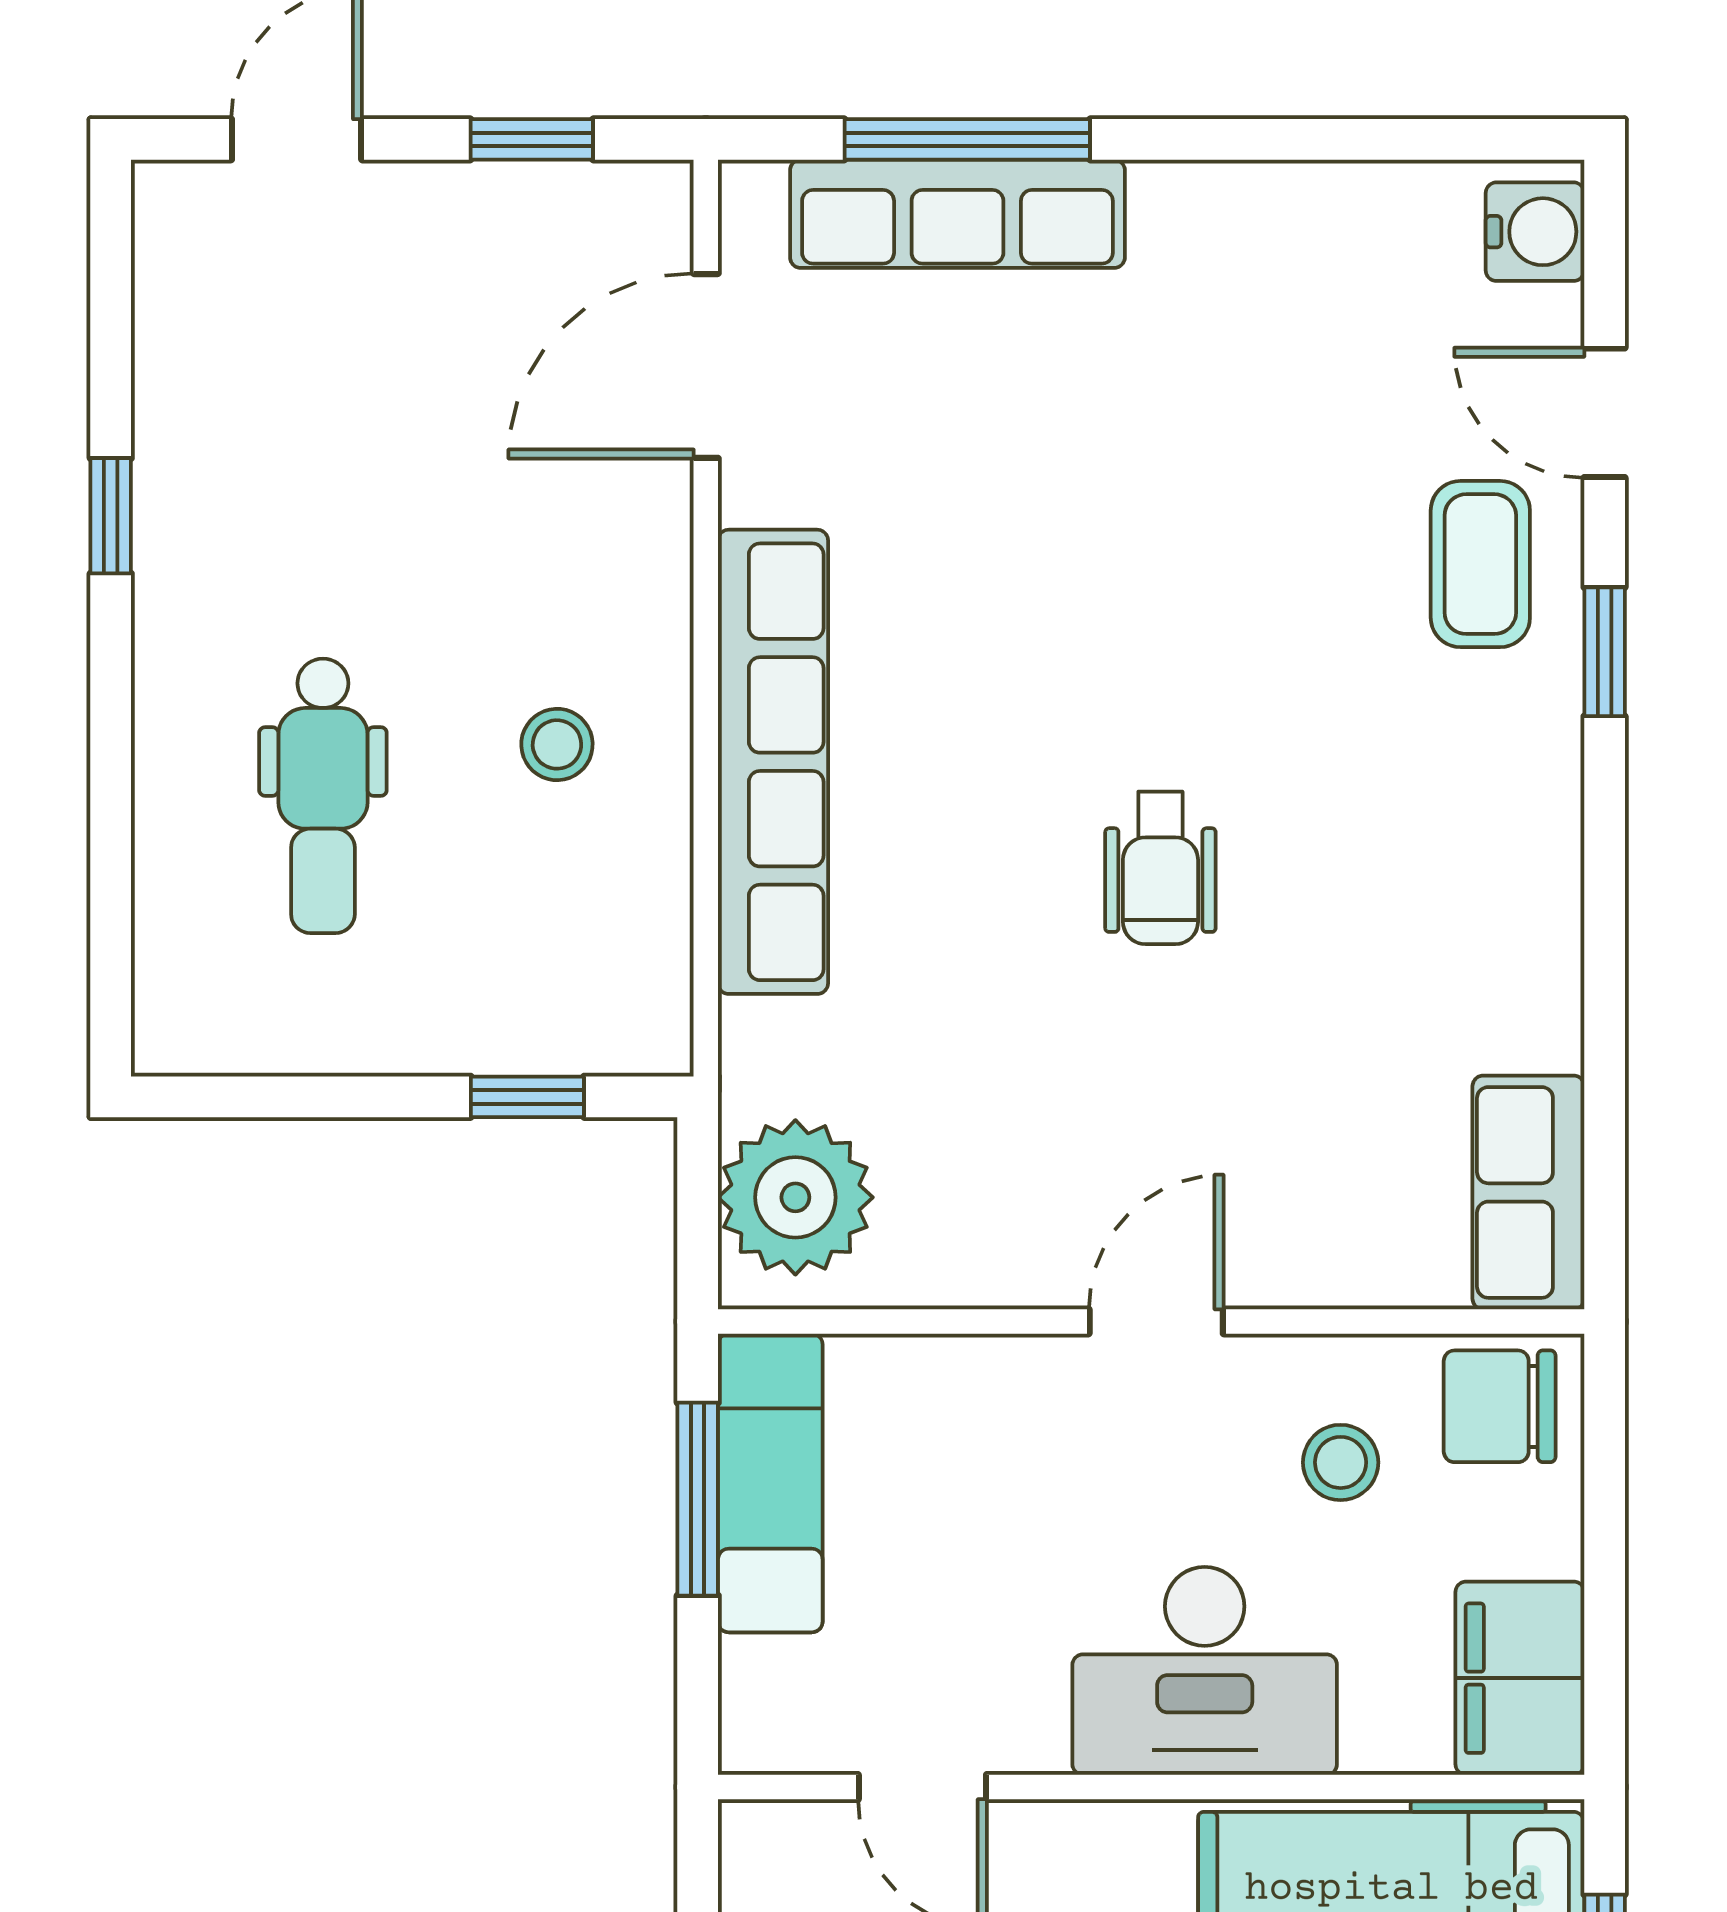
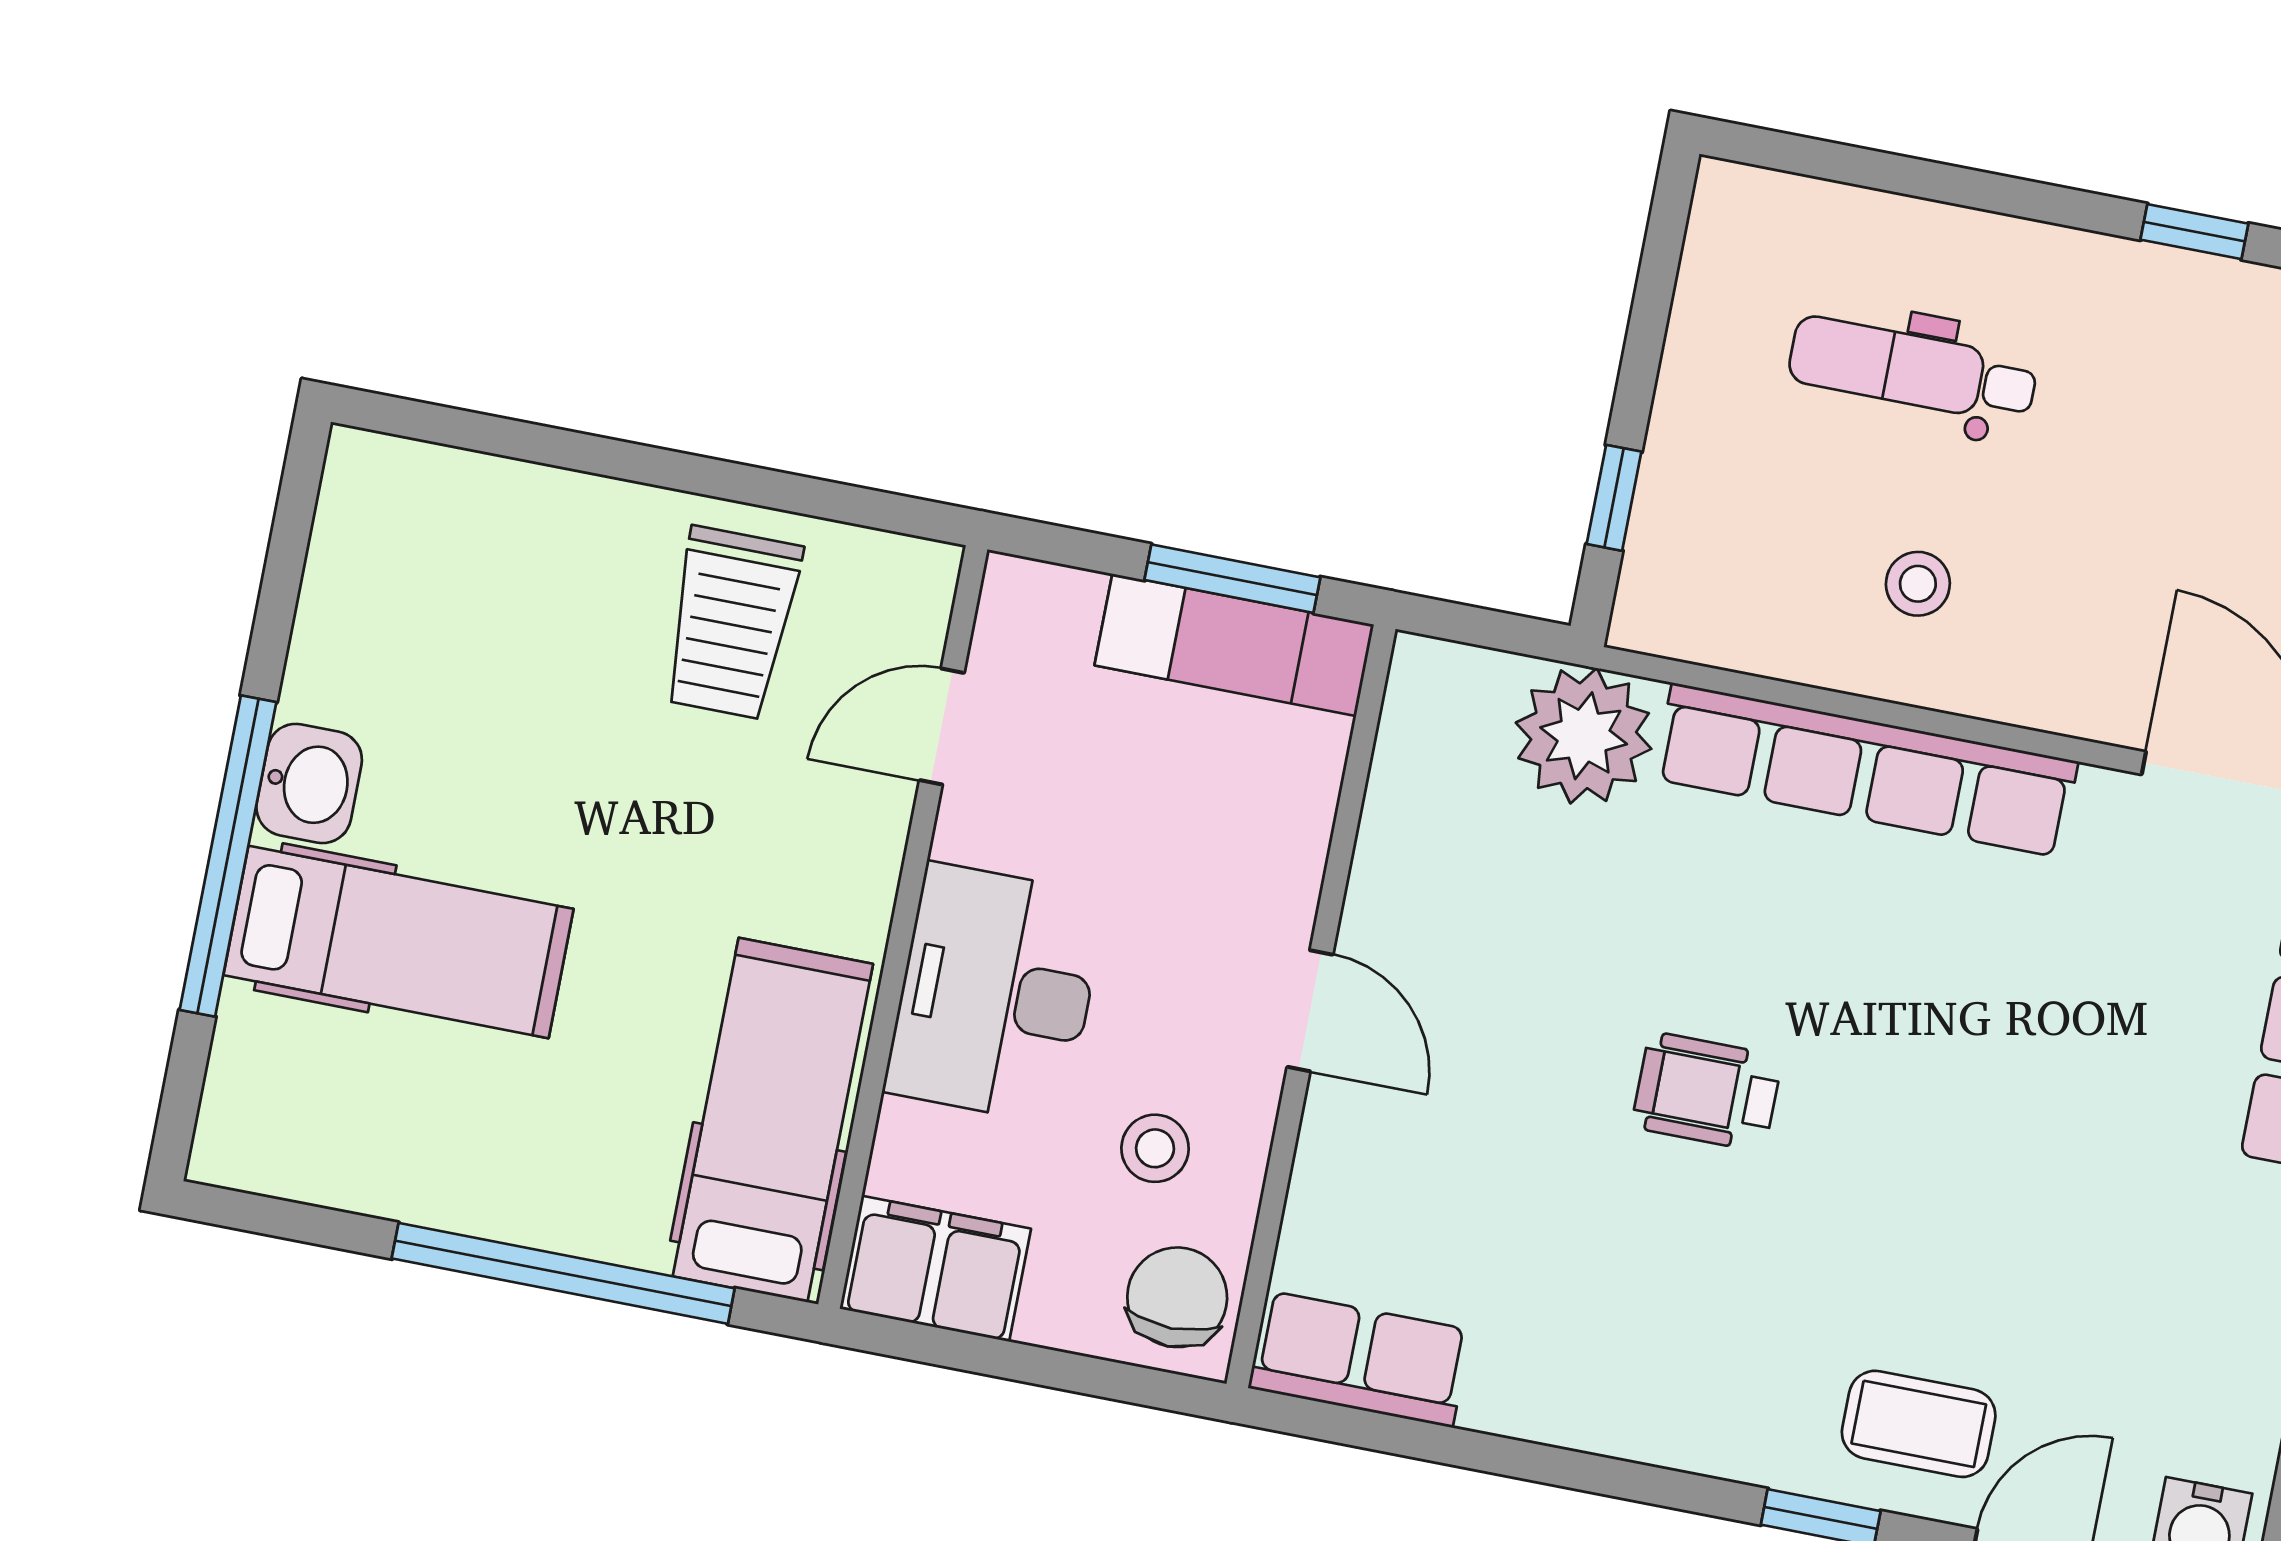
plant: (795, 1197) -> (1584, 736), moved

